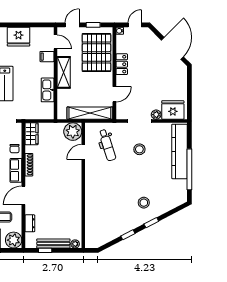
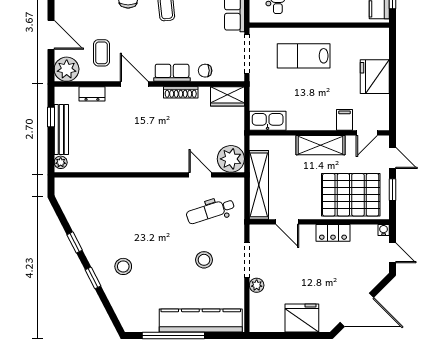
kitchen sink: (48, 90) -> (268, 121), moved
fridge: (173, 110) -> (302, 318), moved, turned -90

